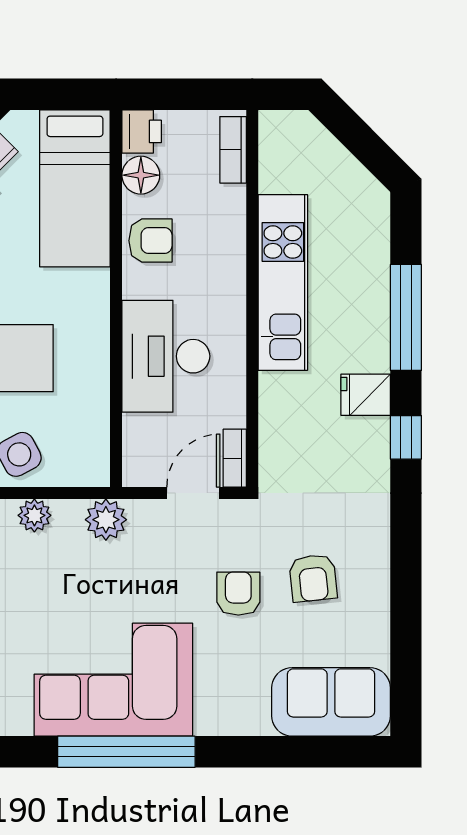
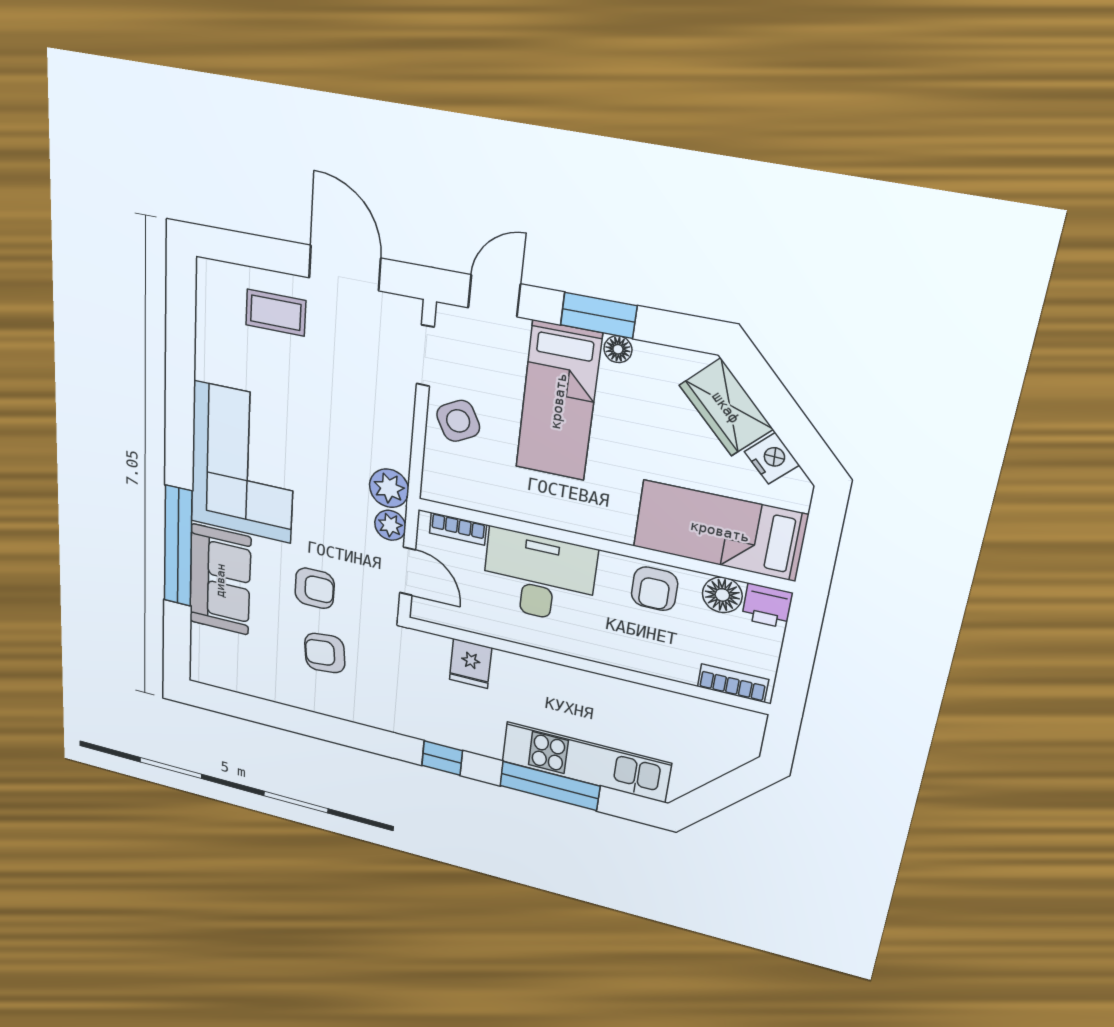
kitchen unit: (283, 282) -> (586, 762), moved, turned 180
fridge: (366, 395) -> (470, 664), moved, turned 180
bookcase: (235, 458) -> (458, 529), moved, turned 180
plant: (34, 515) -> (390, 525), moved
sofa: (331, 702) -> (220, 580), moved
window: (126, 752) -> (178, 546), moved

